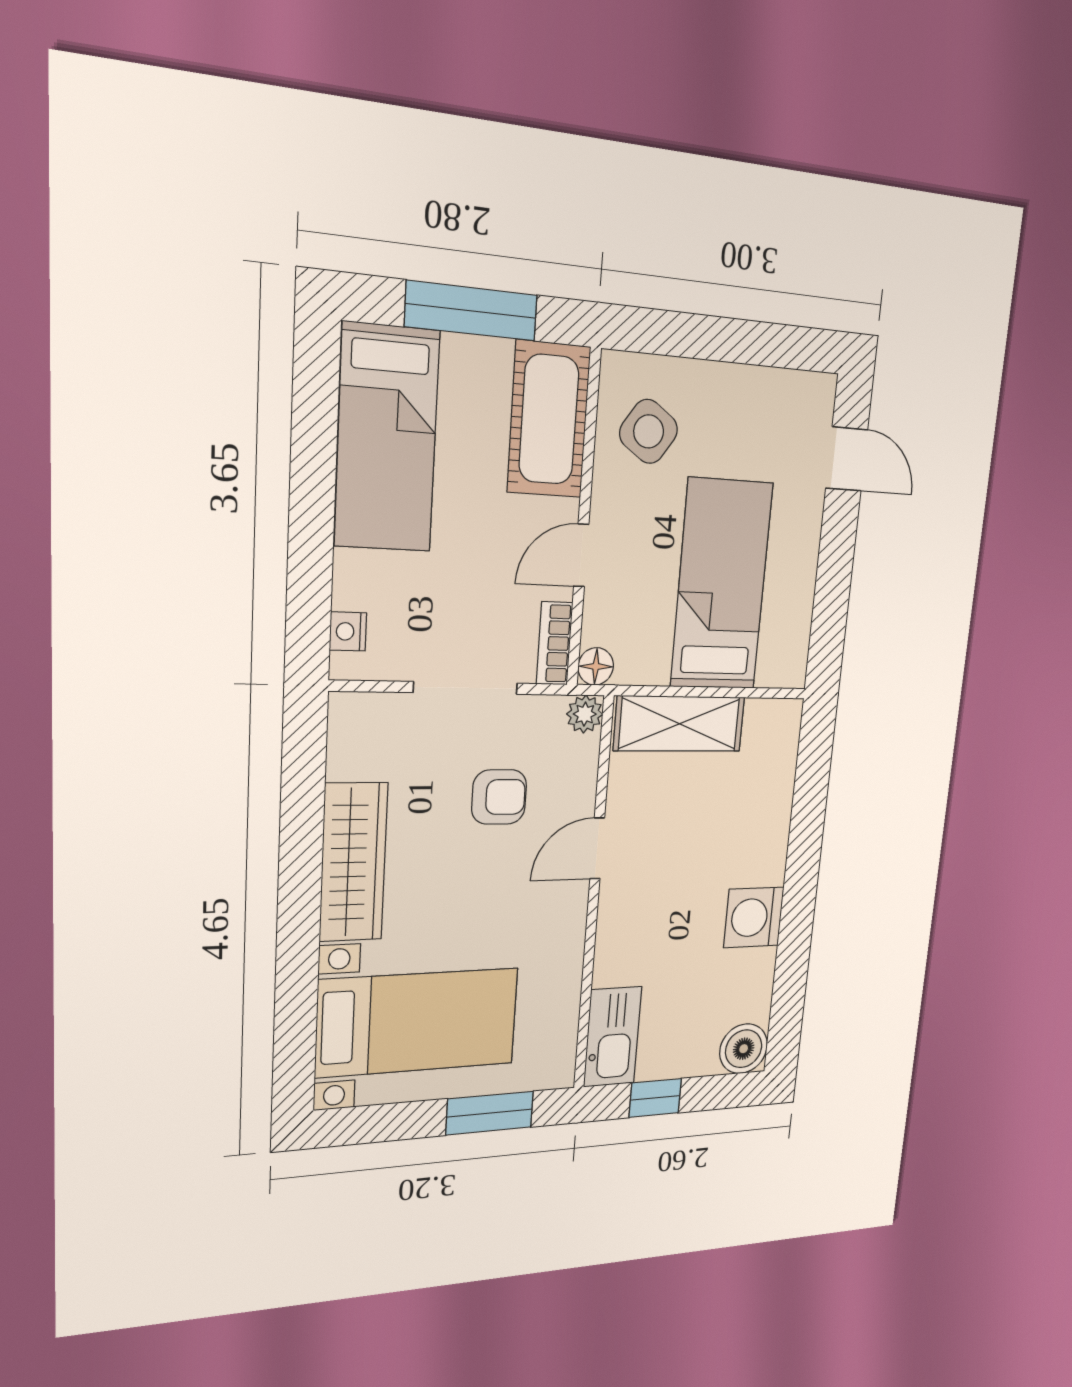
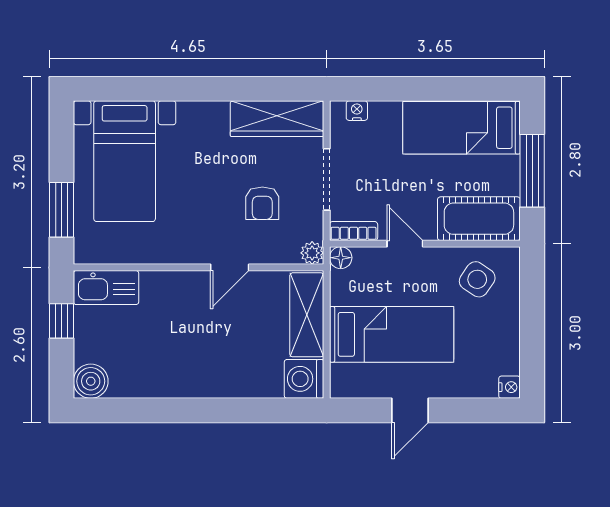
nightstand: (820, 390) -> (510, 387), added
door: (847, 459) -> (410, 410), moved
door: (597, 848) -> (230, 267), swing flipped
wardrobe: (353, 862) -> (277, 119), moved
washing machine: (754, 917) -> (304, 379), moved, turned -90

